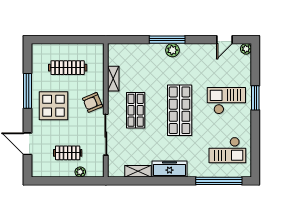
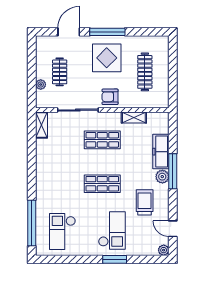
trolley: (198, 68) -> (145, 202), added
window: (28, 91) -> (107, 32), moved
armchair: (93, 102) -> (110, 97), turned -67
shop shelf: (180, 110) -> (102, 184), width x0.70, depth x0.74
freezer: (169, 169) -> (161, 152), moved, turned 180
shelving: (138, 171) -> (41, 125), moved

